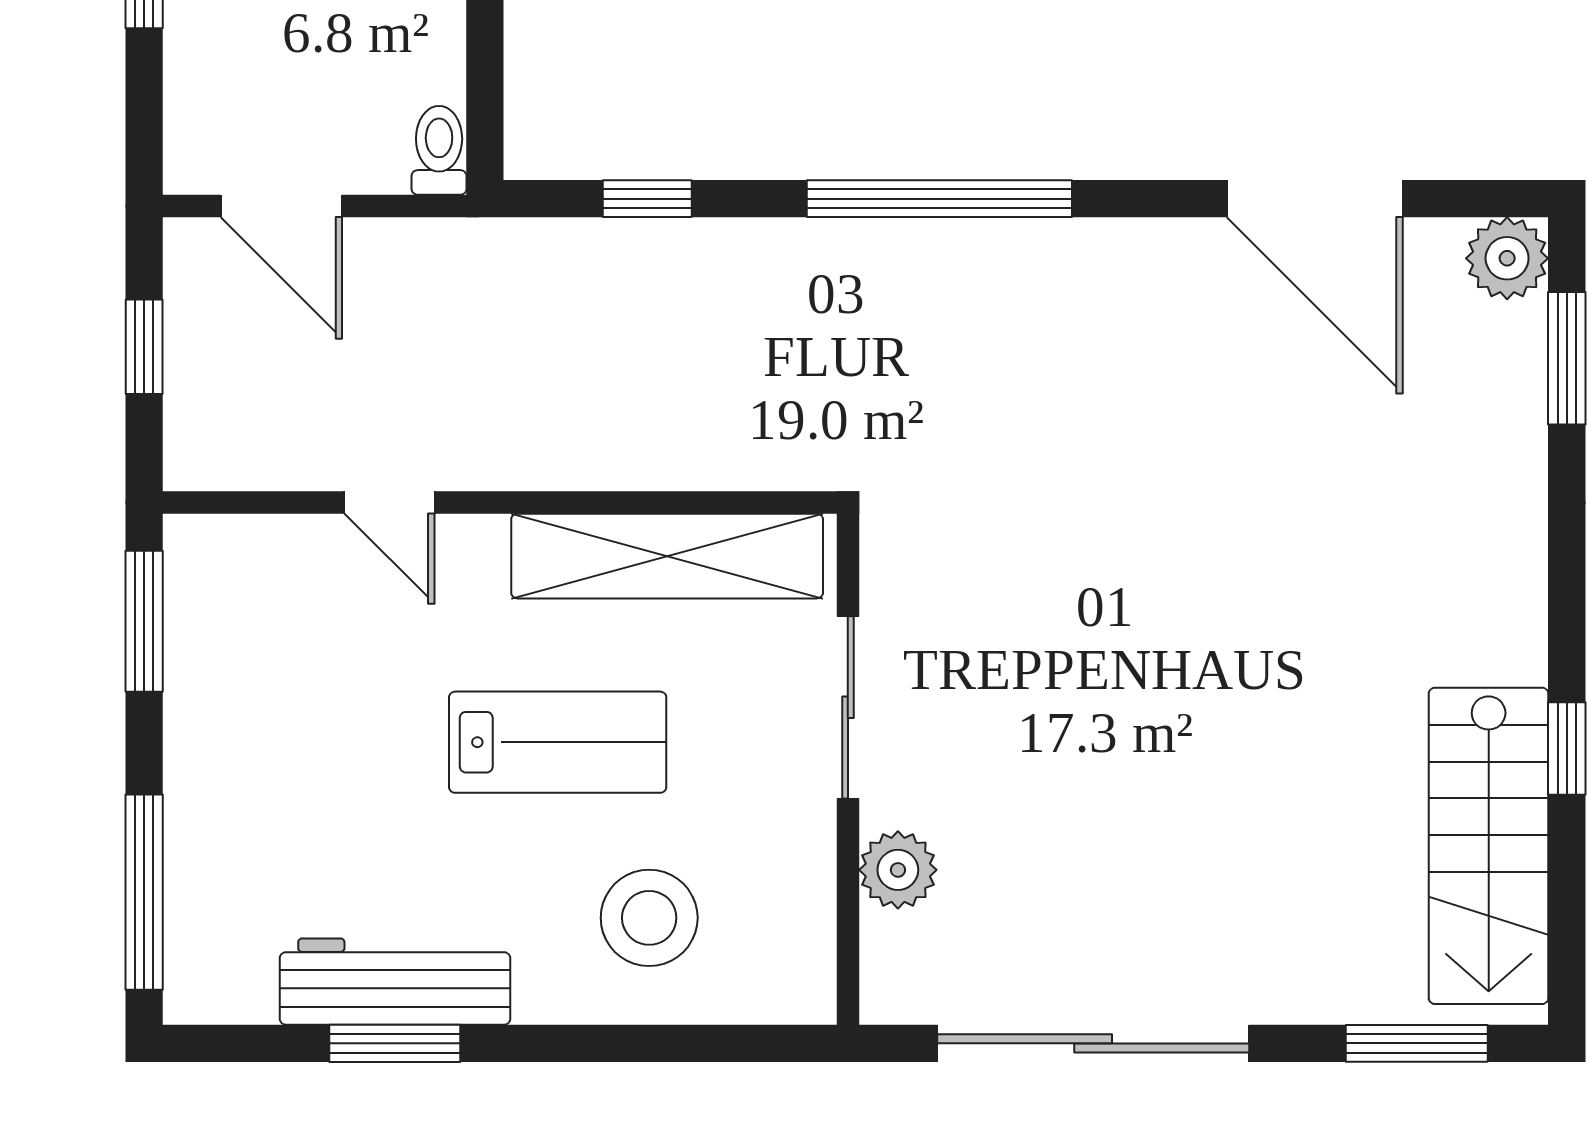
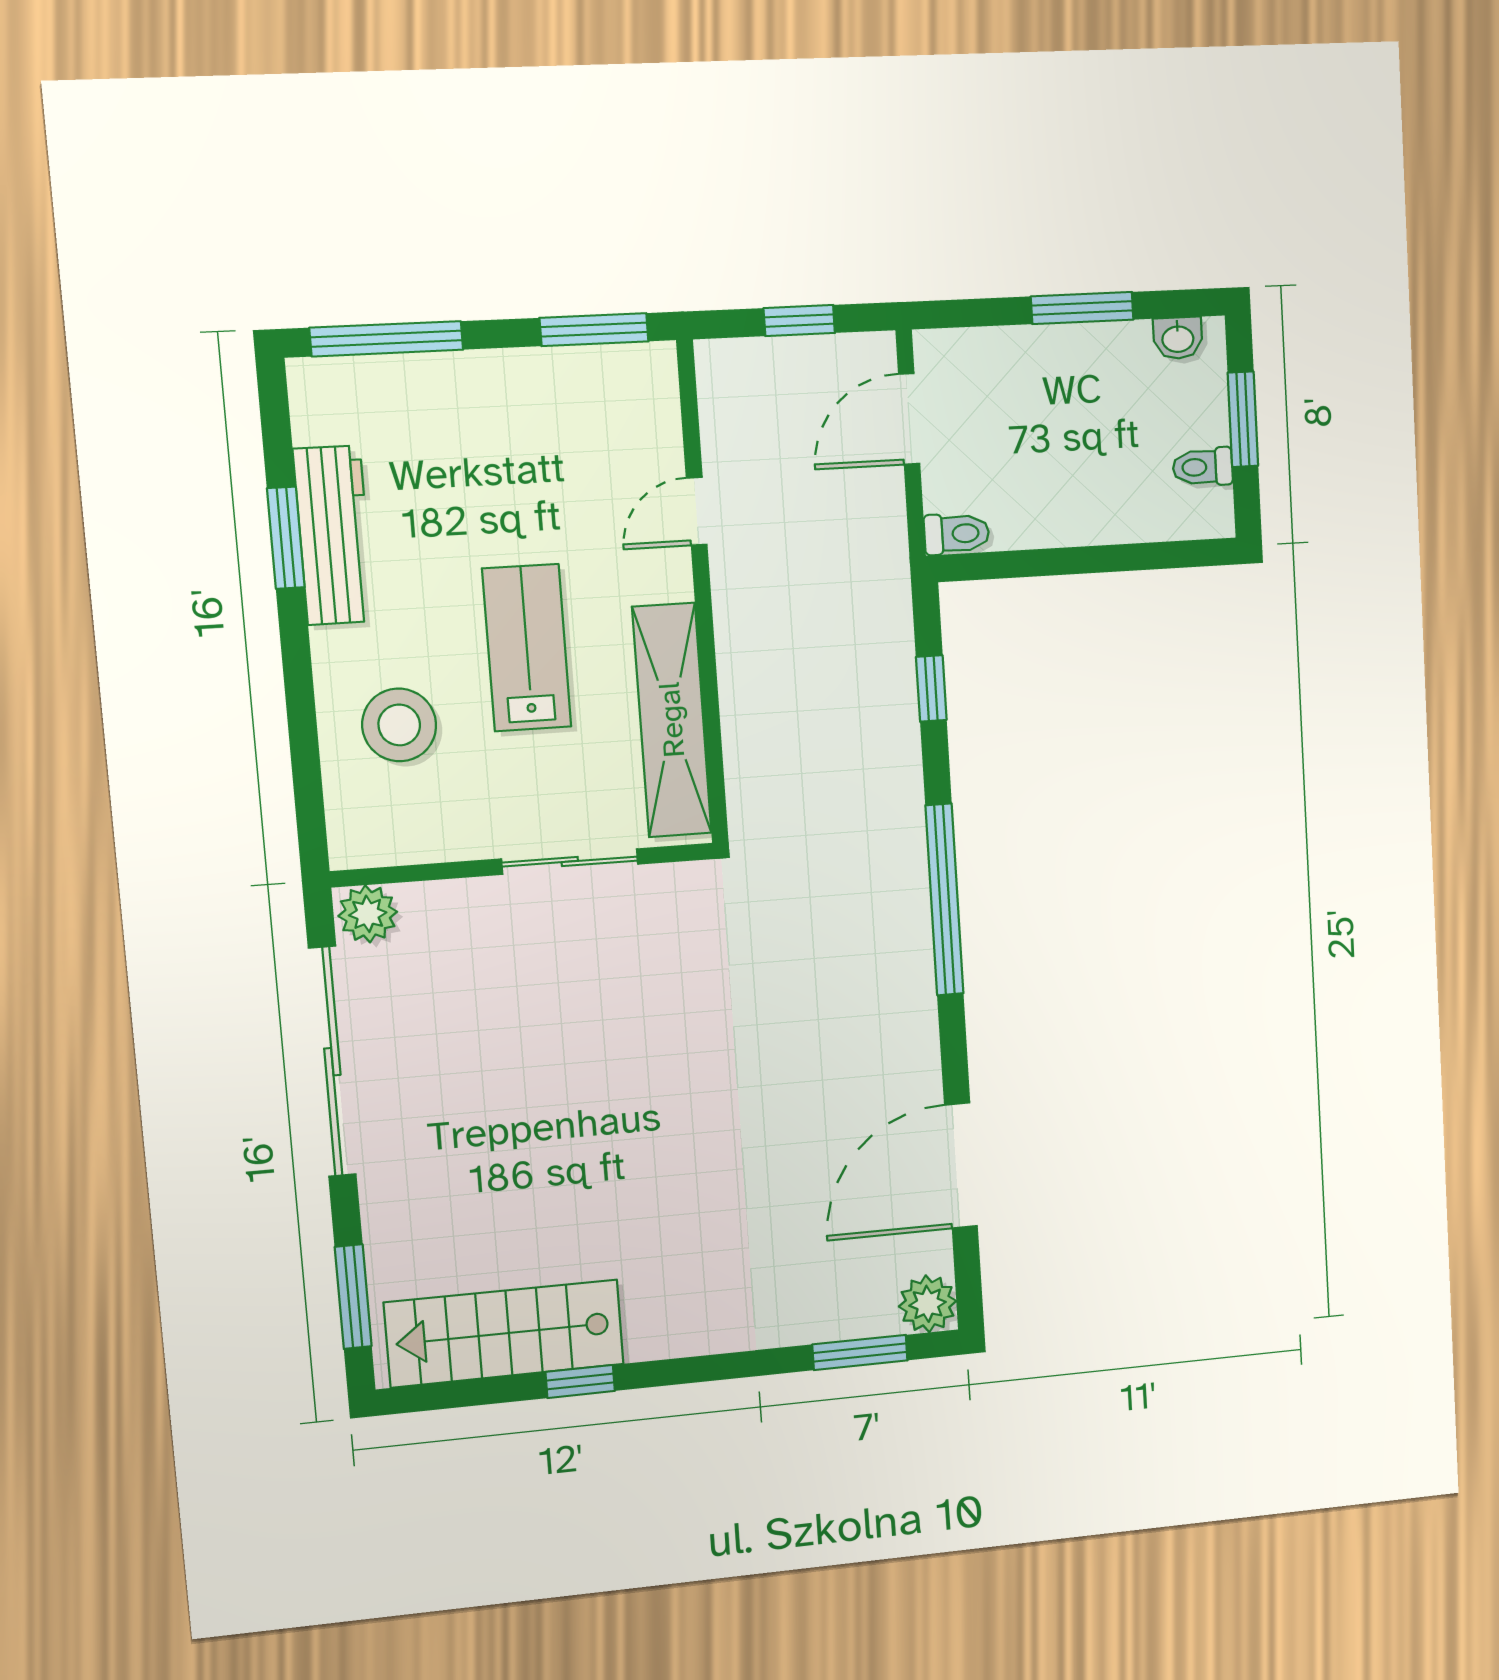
lab bench: (558, 742) -> (527, 648), turned 180
plant: (898, 870) -> (368, 914), moved

